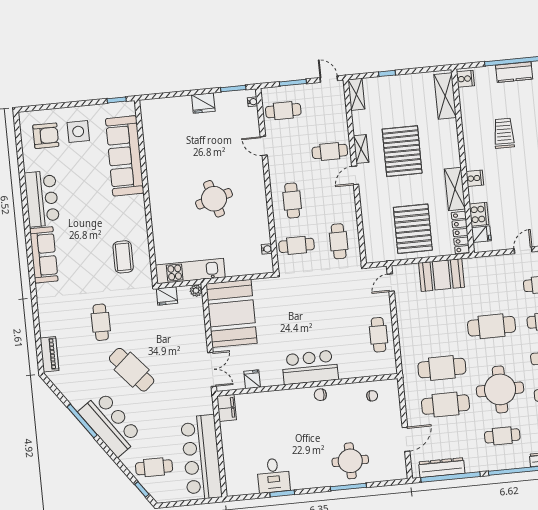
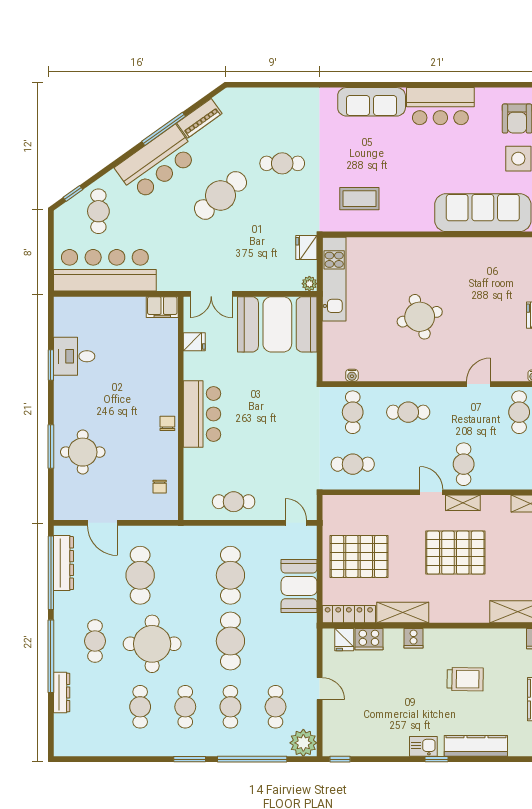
piano: (49, 354) -> (199, 118), moved, turned -35
cafe table: (442, 368) -> (230, 575), moved

